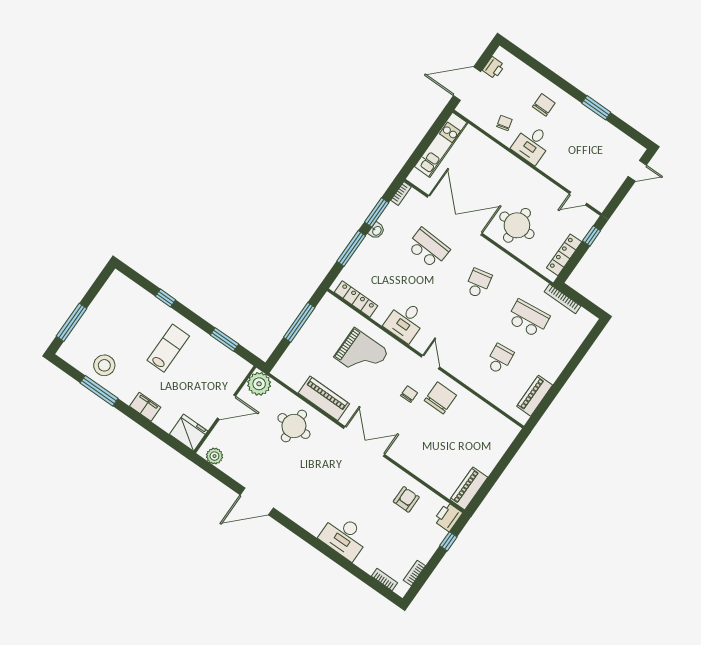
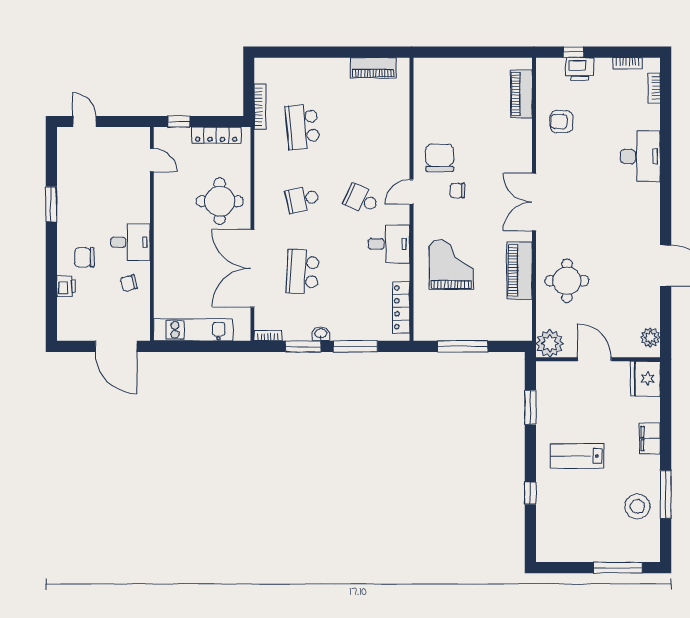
printer: (493, 68) -> (66, 286), moved, turned 90
school desk: (500, 359) -> (361, 199), moved, turned 30
chair: (440, 398) -> (440, 158), turned 90
piano: (469, 488) -> (521, 94), moved, turned 90
printer: (448, 517) -> (580, 69), moved

